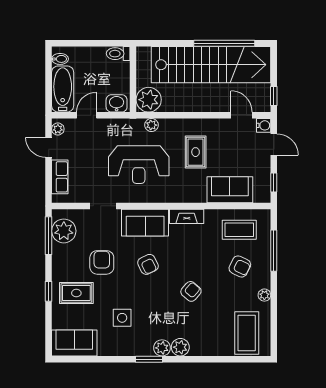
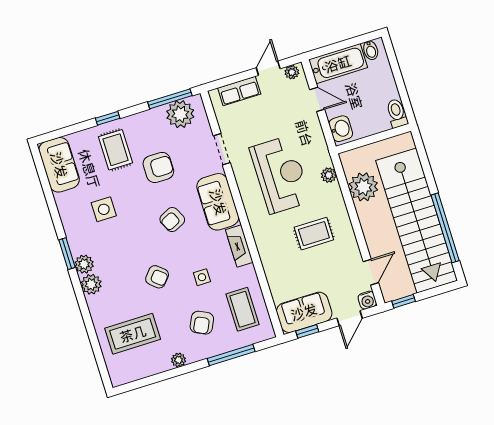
plant: (149, 100) -> (363, 187), moved
reception desk: (139, 165) -> (280, 175), turned 180
sofa: (230, 190) -> (304, 312), moved, turned -90
side table: (203, 255) -> (202, 277), added
coffee table: (247, 333) -> (133, 334), moved

